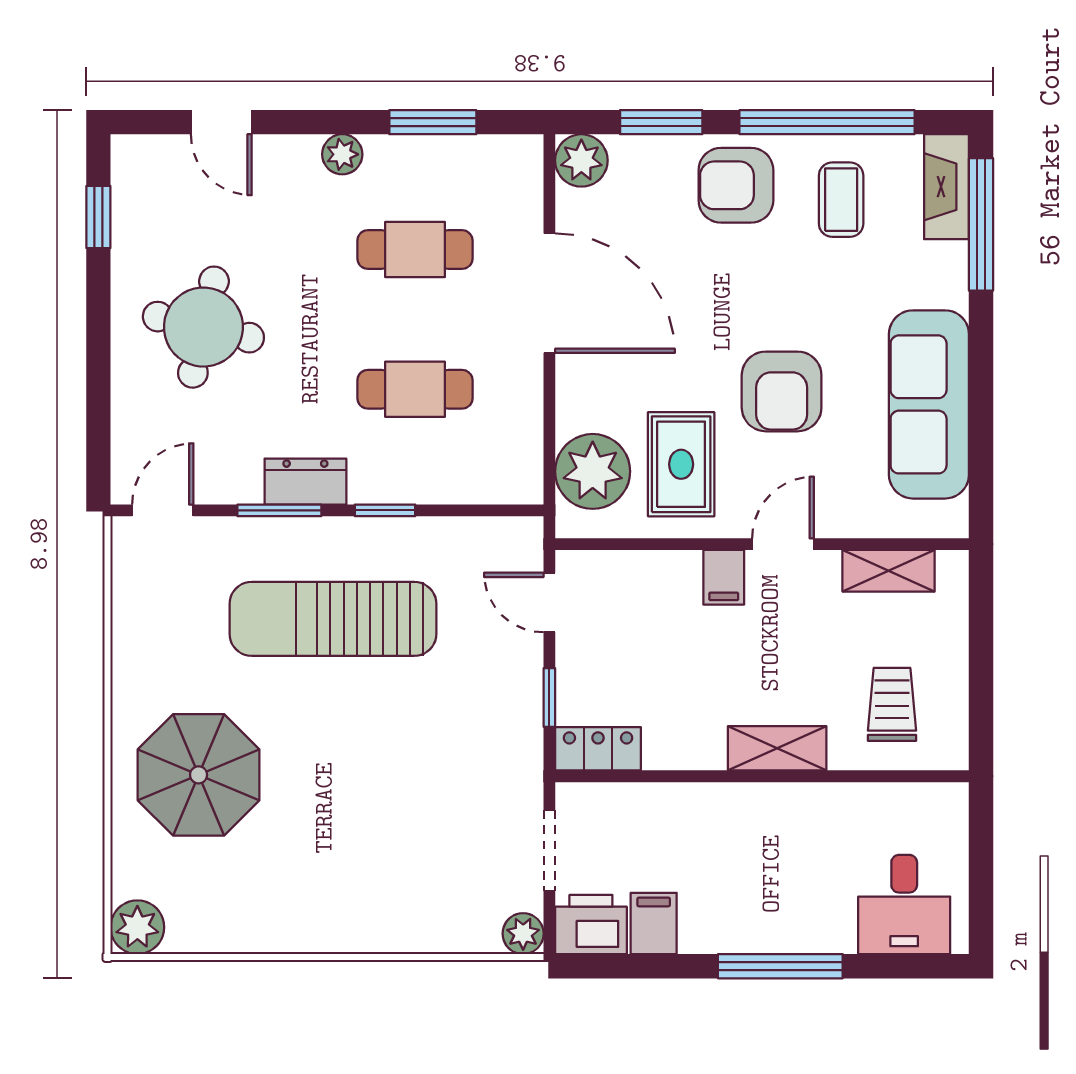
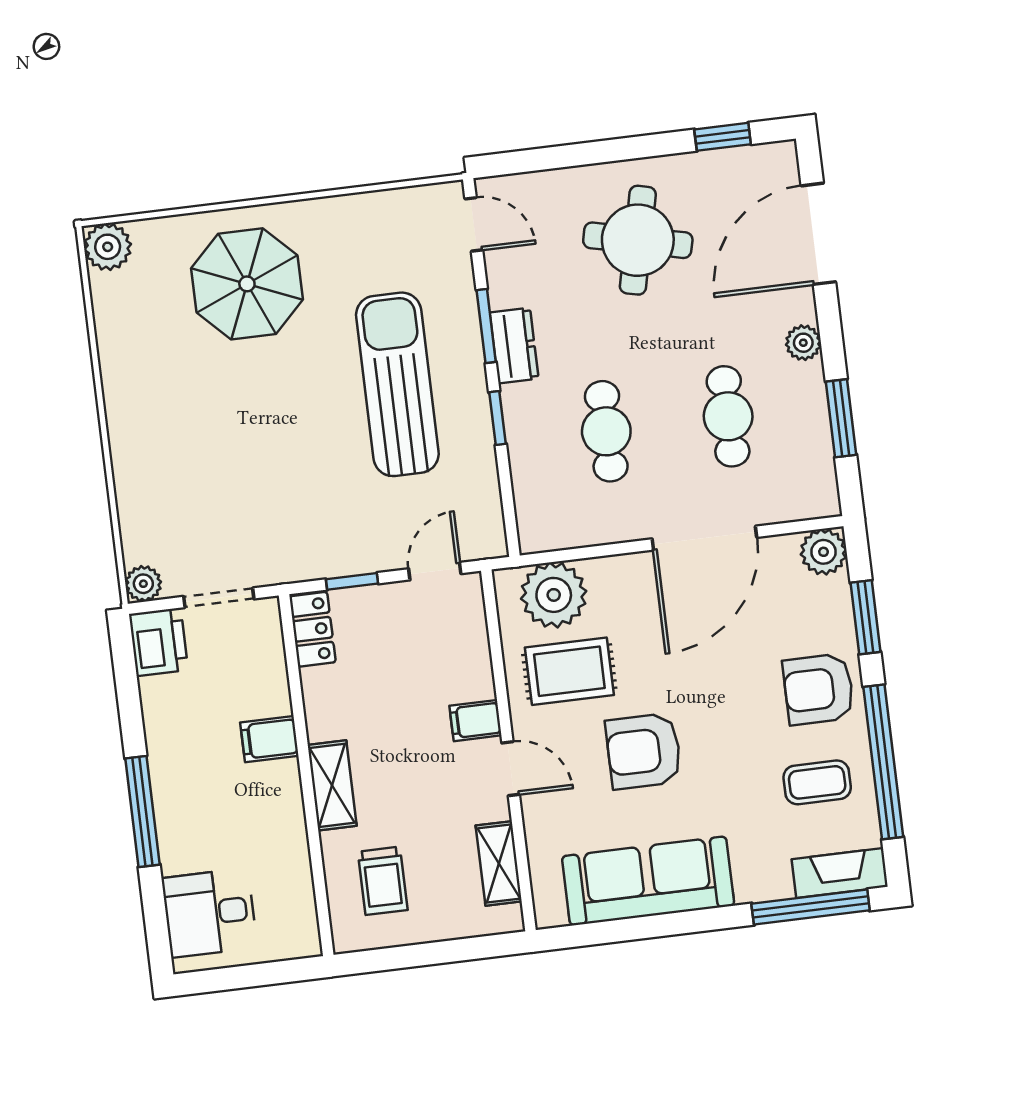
door: (221, 122) -> (818, 234), width x1.88
armchair: (736, 185) -> (818, 689), turned -90
trolley: (892, 704) -> (383, 881), turned 90
filing cabinet: (654, 923) -> (269, 739), moved, turned 180

